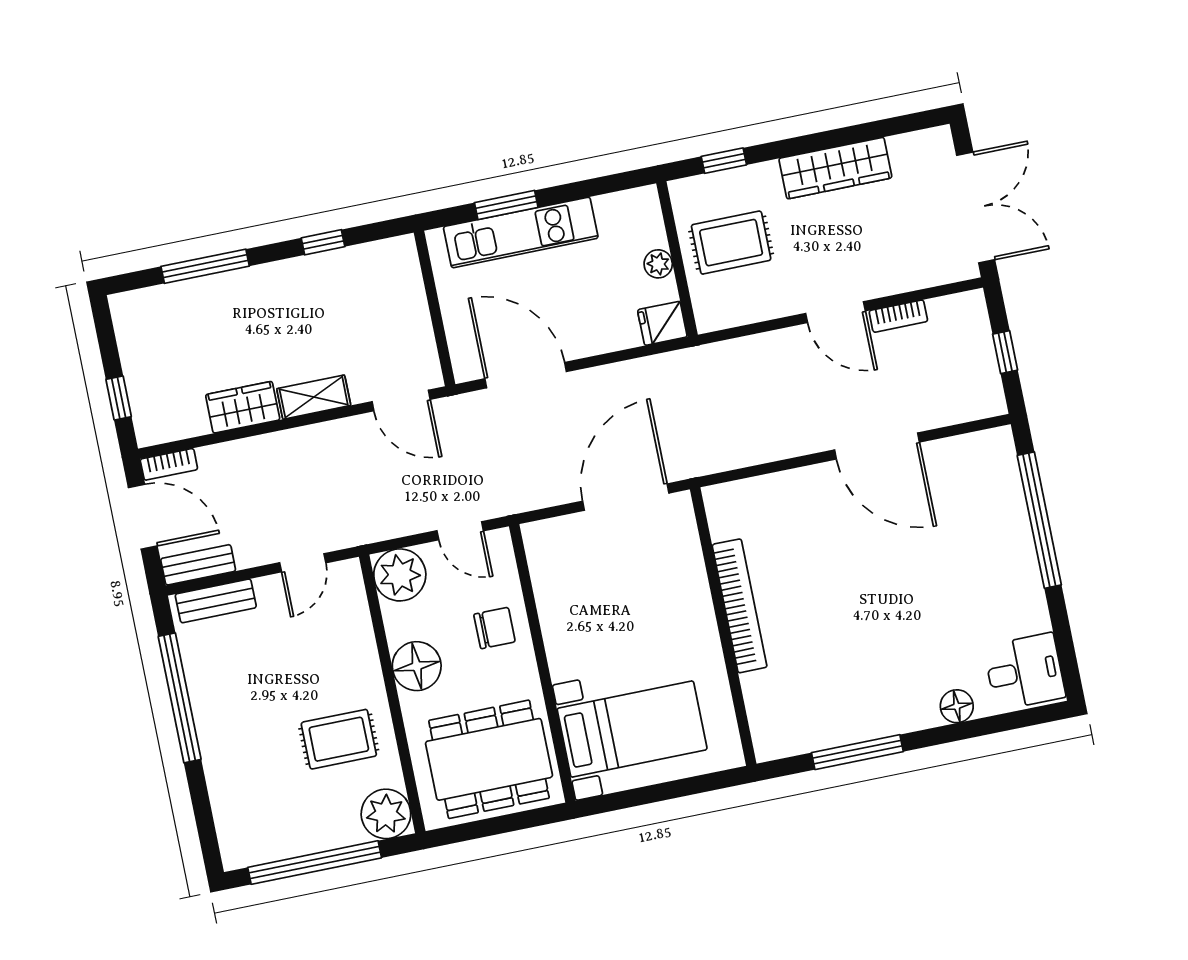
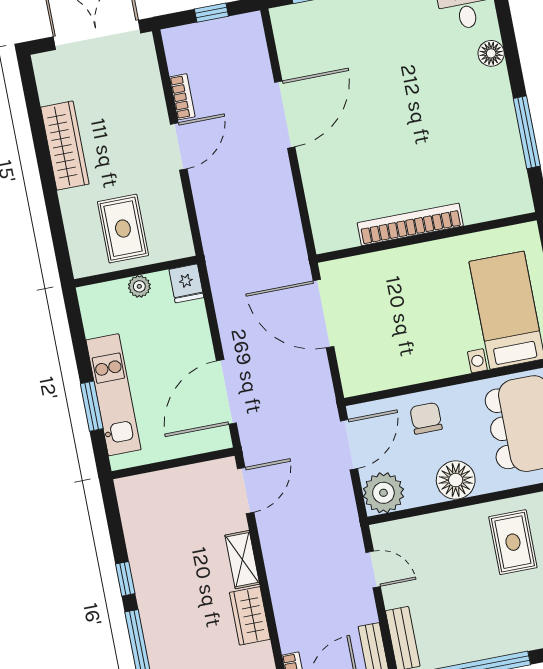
window: (724, 161) -> (58, 234), removed
window: (323, 242) -> (125, 579), moved
door: (460, 531) -> (349, 445), width x1.38

